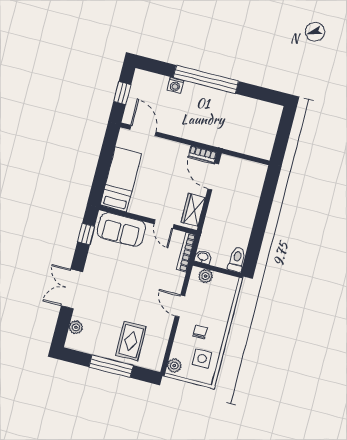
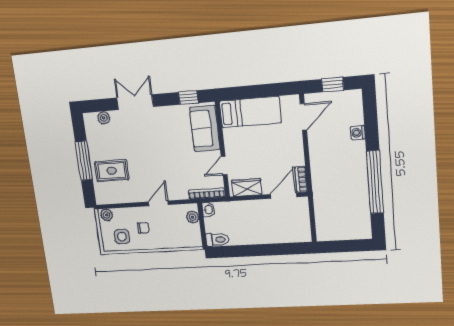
window: (206, 79) -> (375, 182), moved

